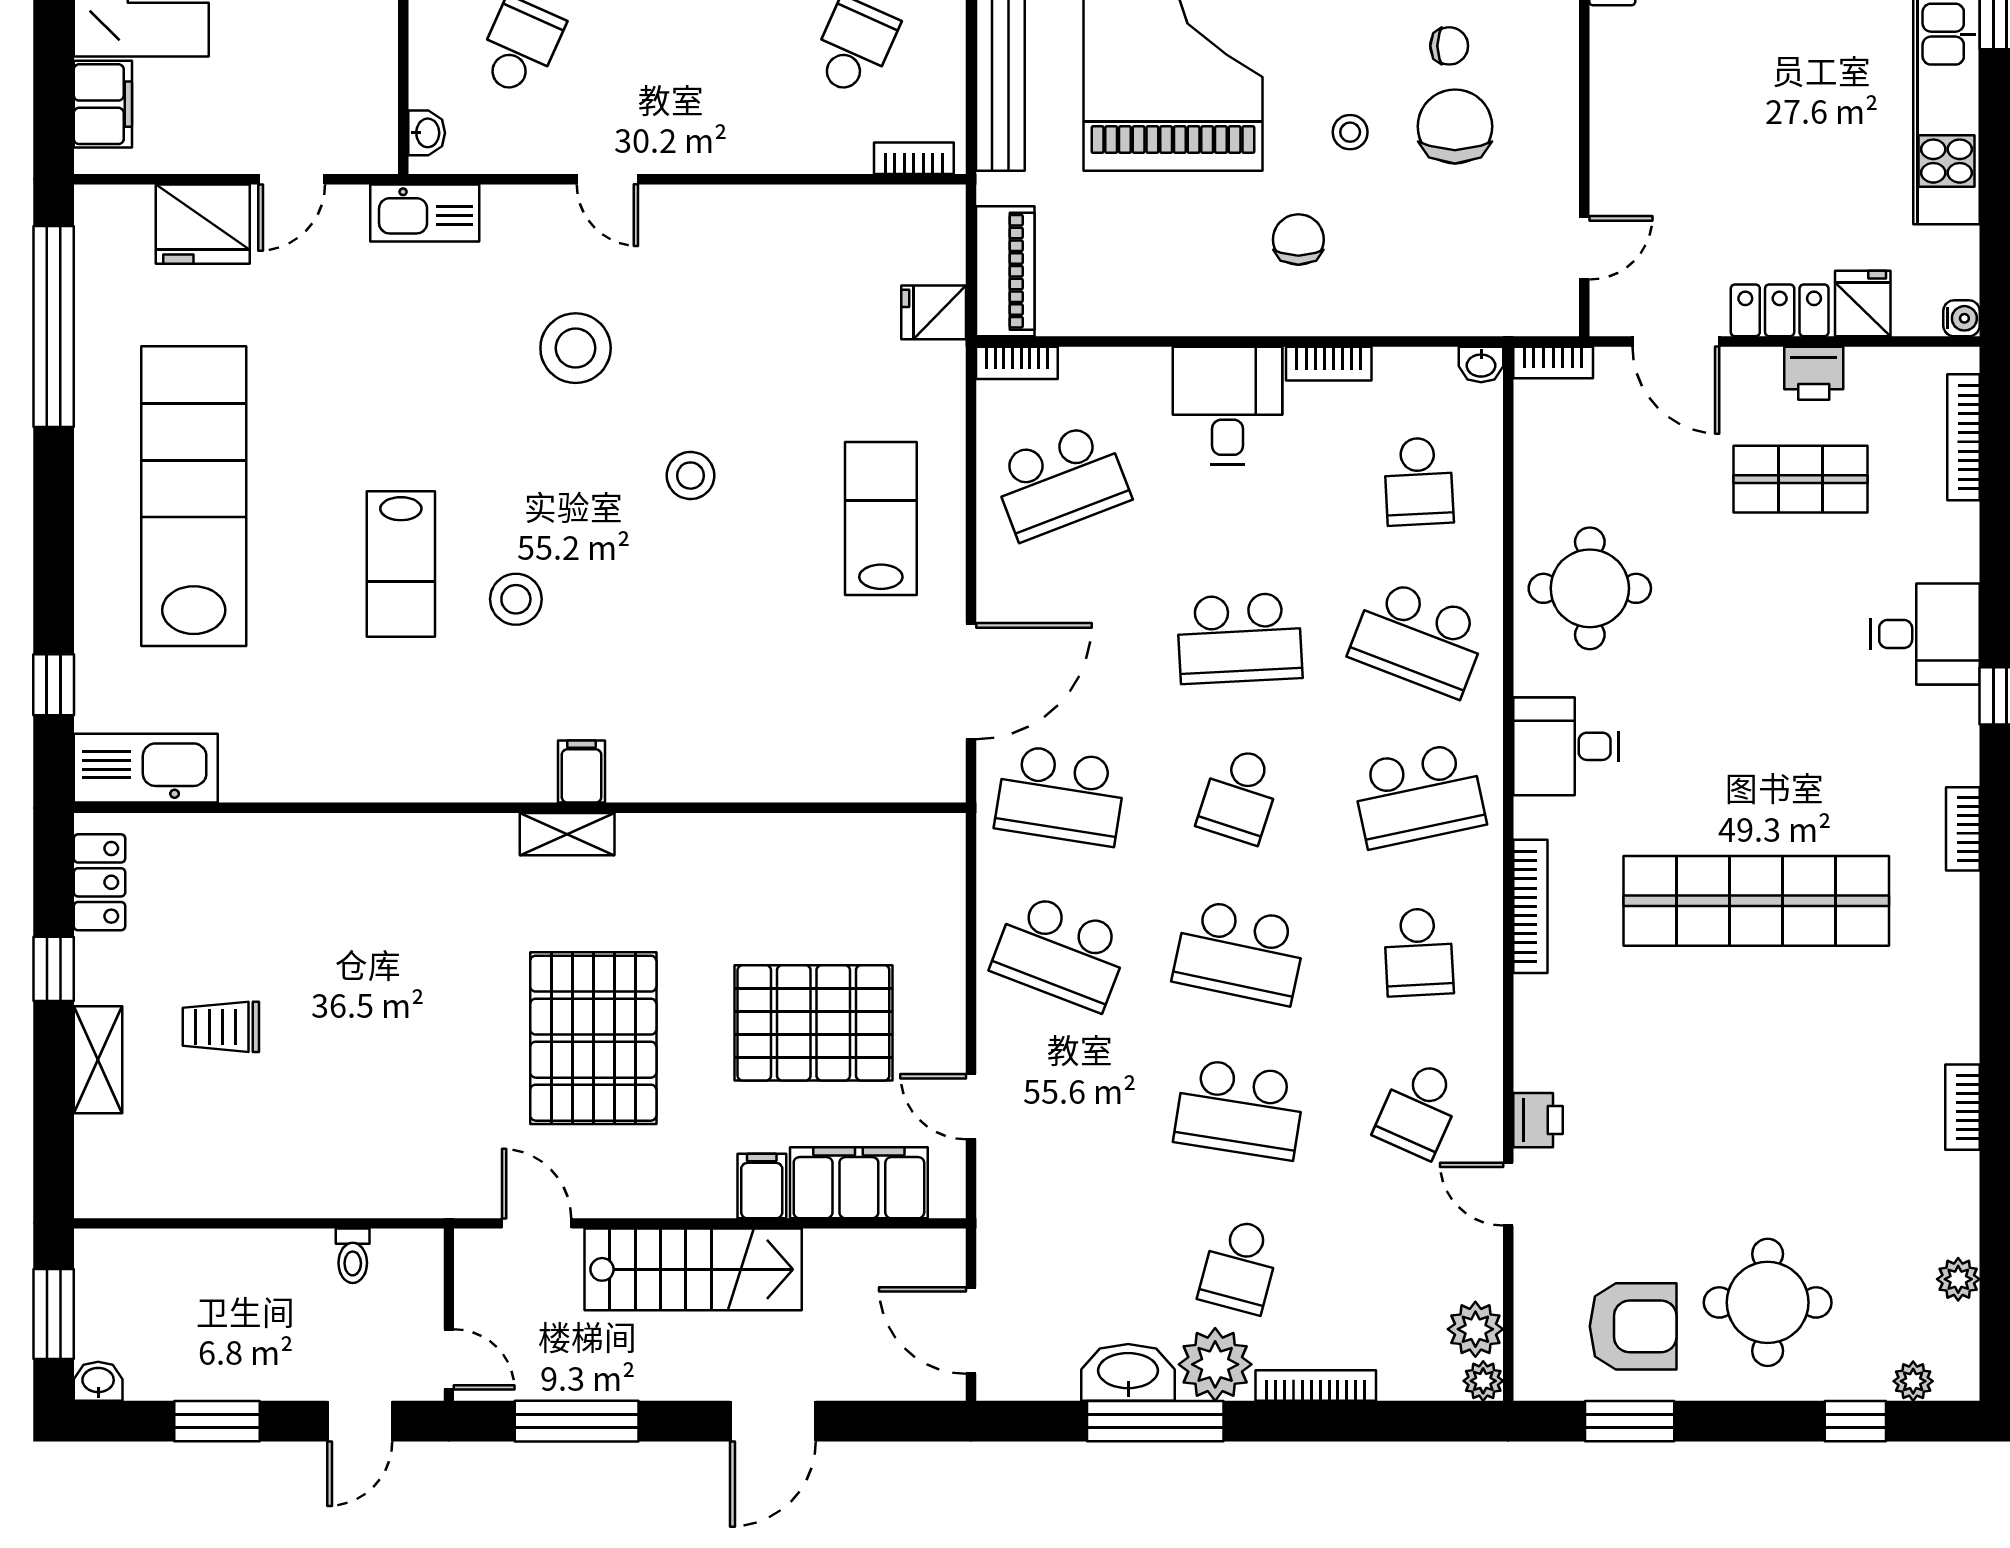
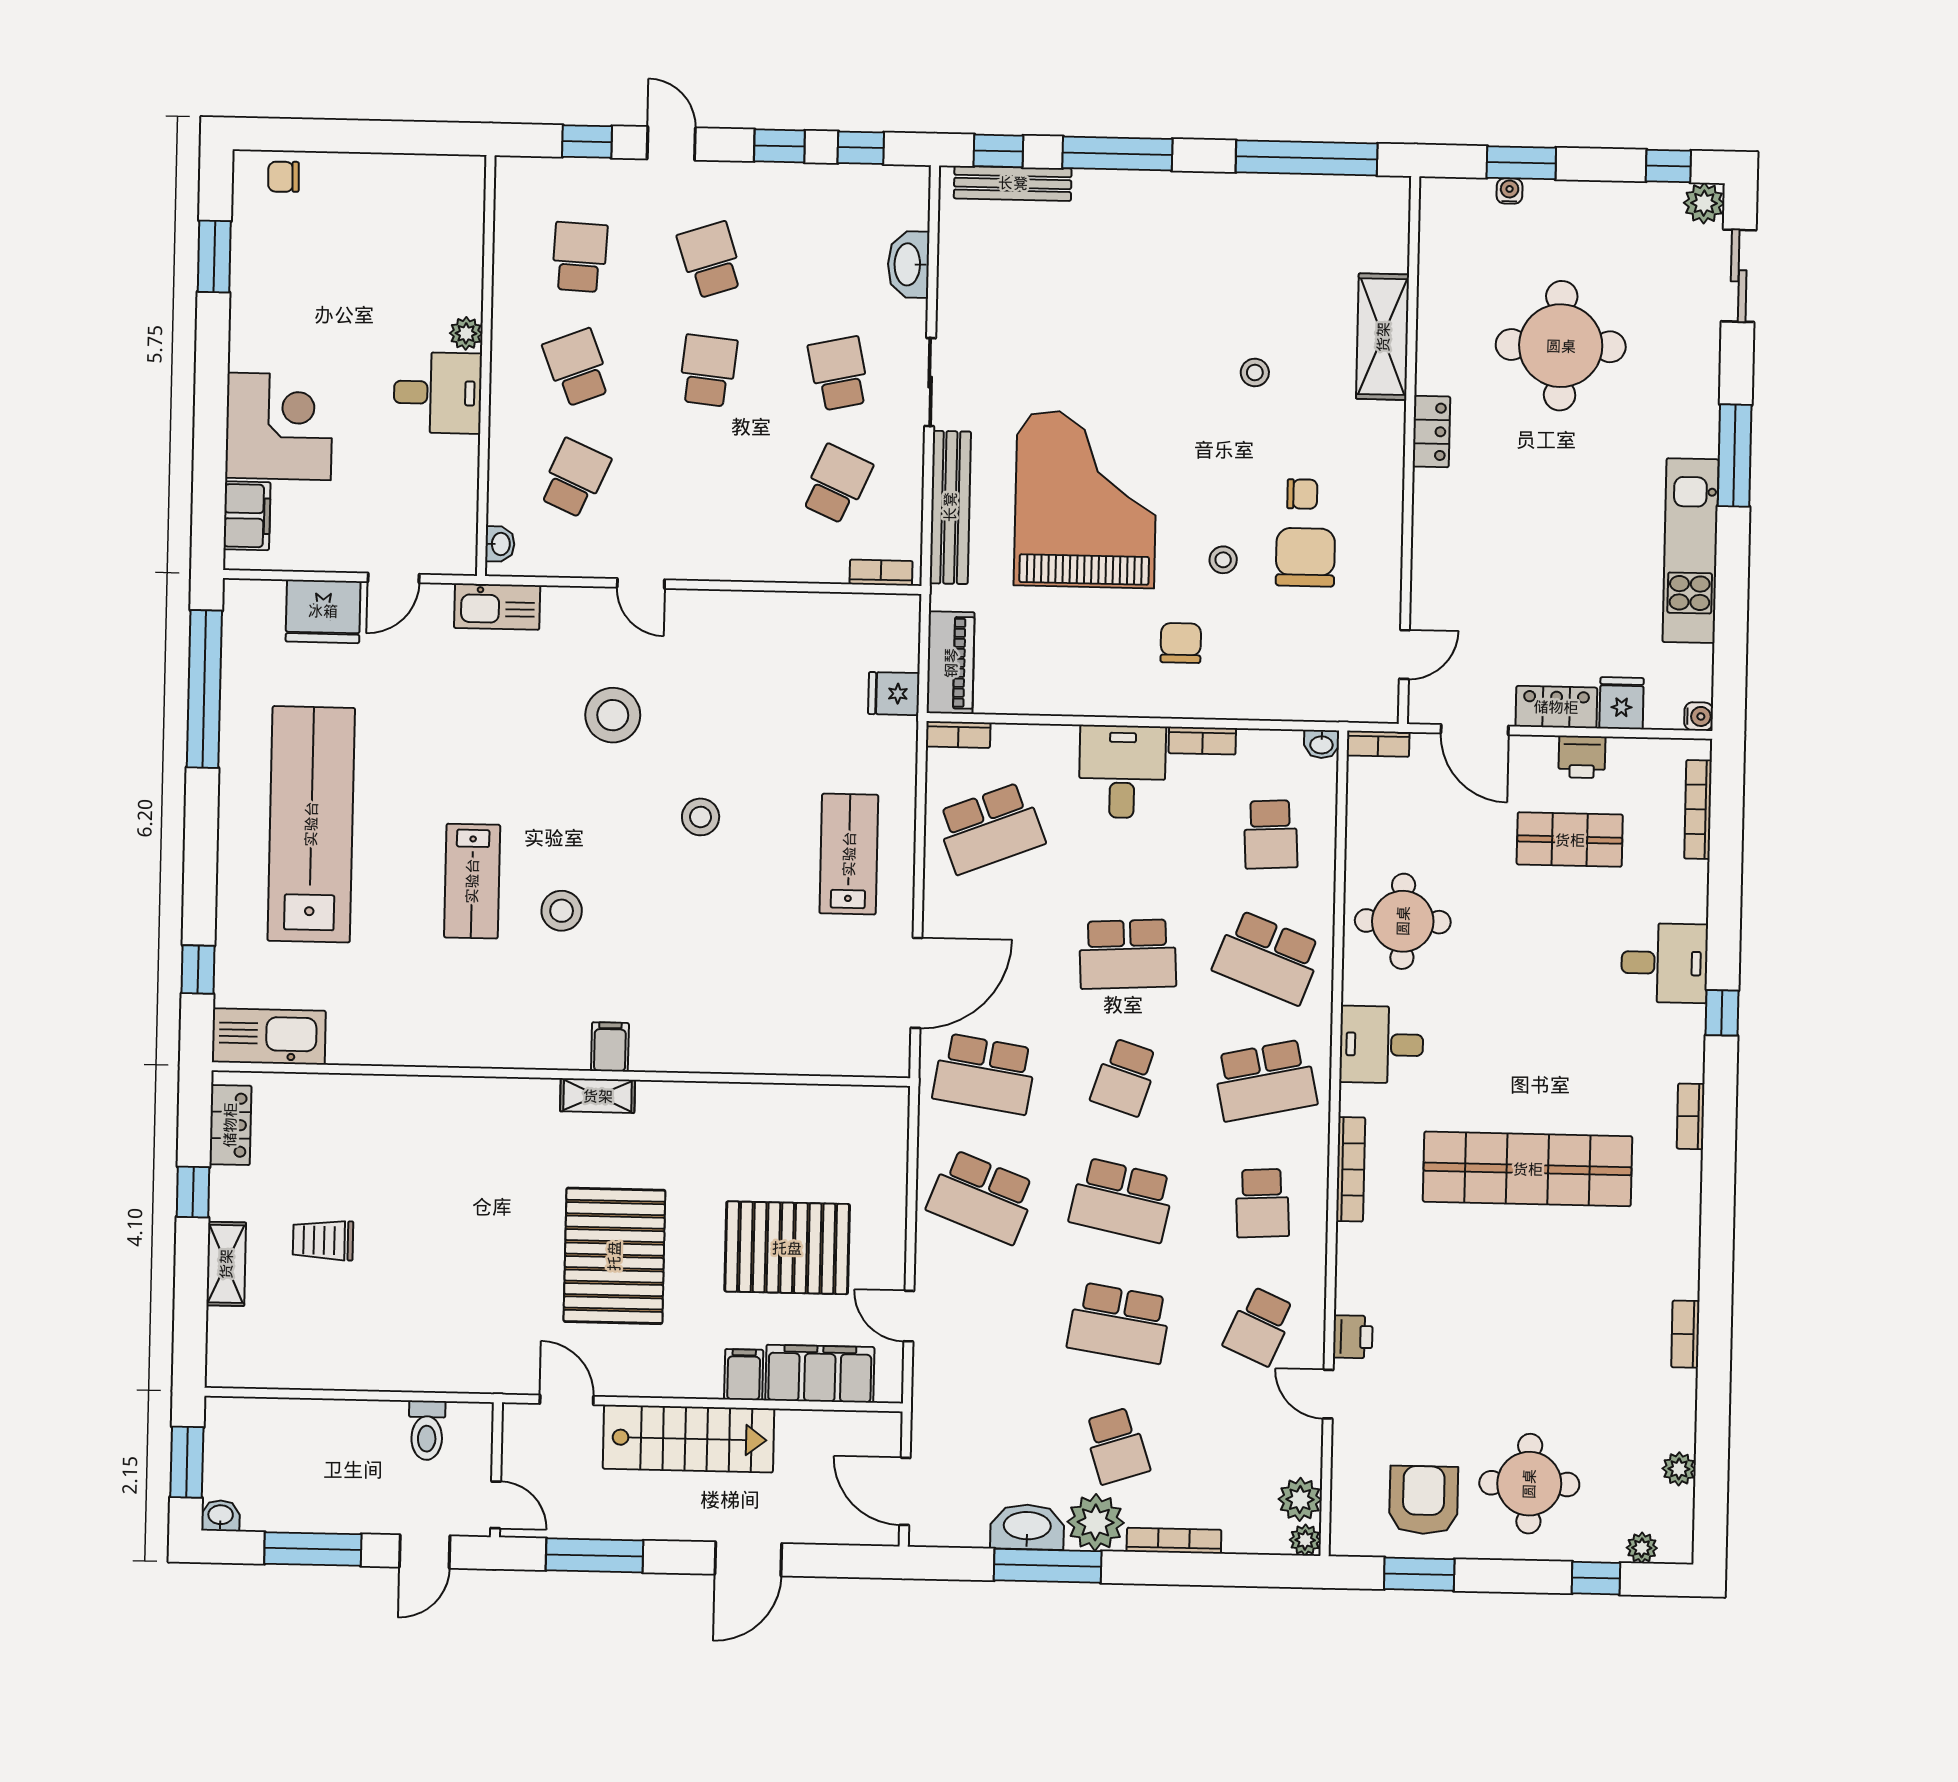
toilet: (353, 1256) -> (427, 1430), width x1.37, depth x1.39
school desk: (1240, 1266) -> (1116, 1446), turned -33
armchair: (1633, 1326) -> (1424, 1500), turned -90
window: (217, 1421) -> (313, 1549), width x1.44

